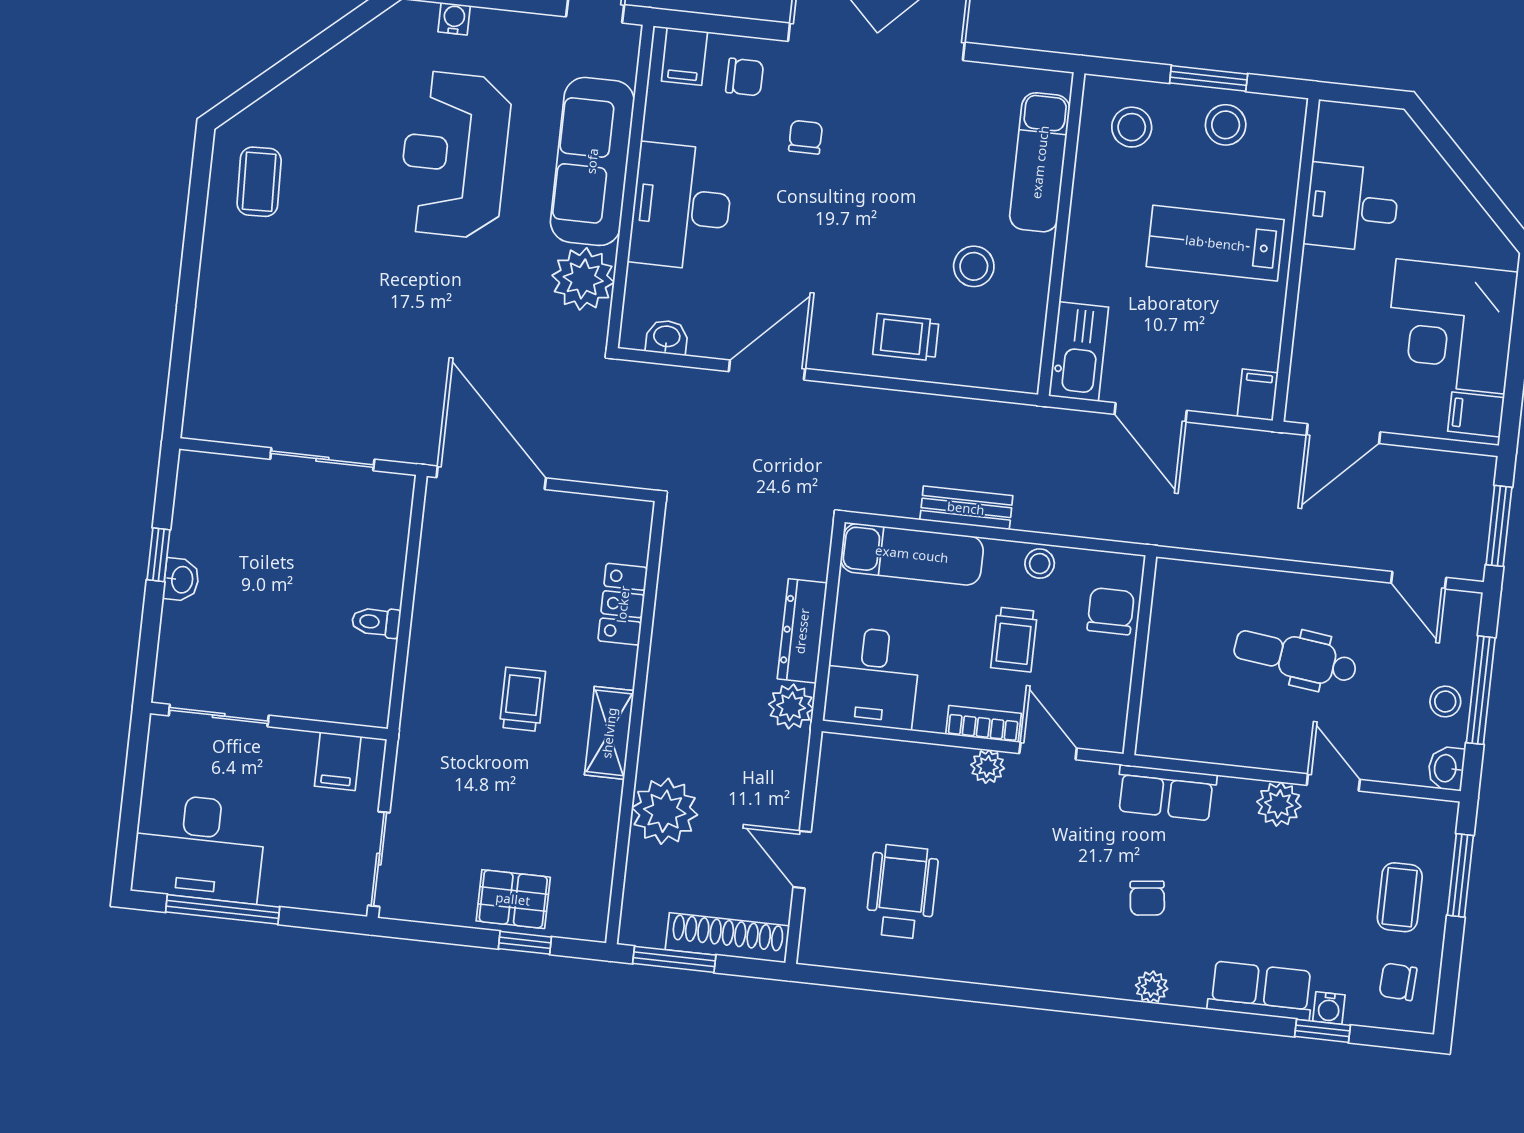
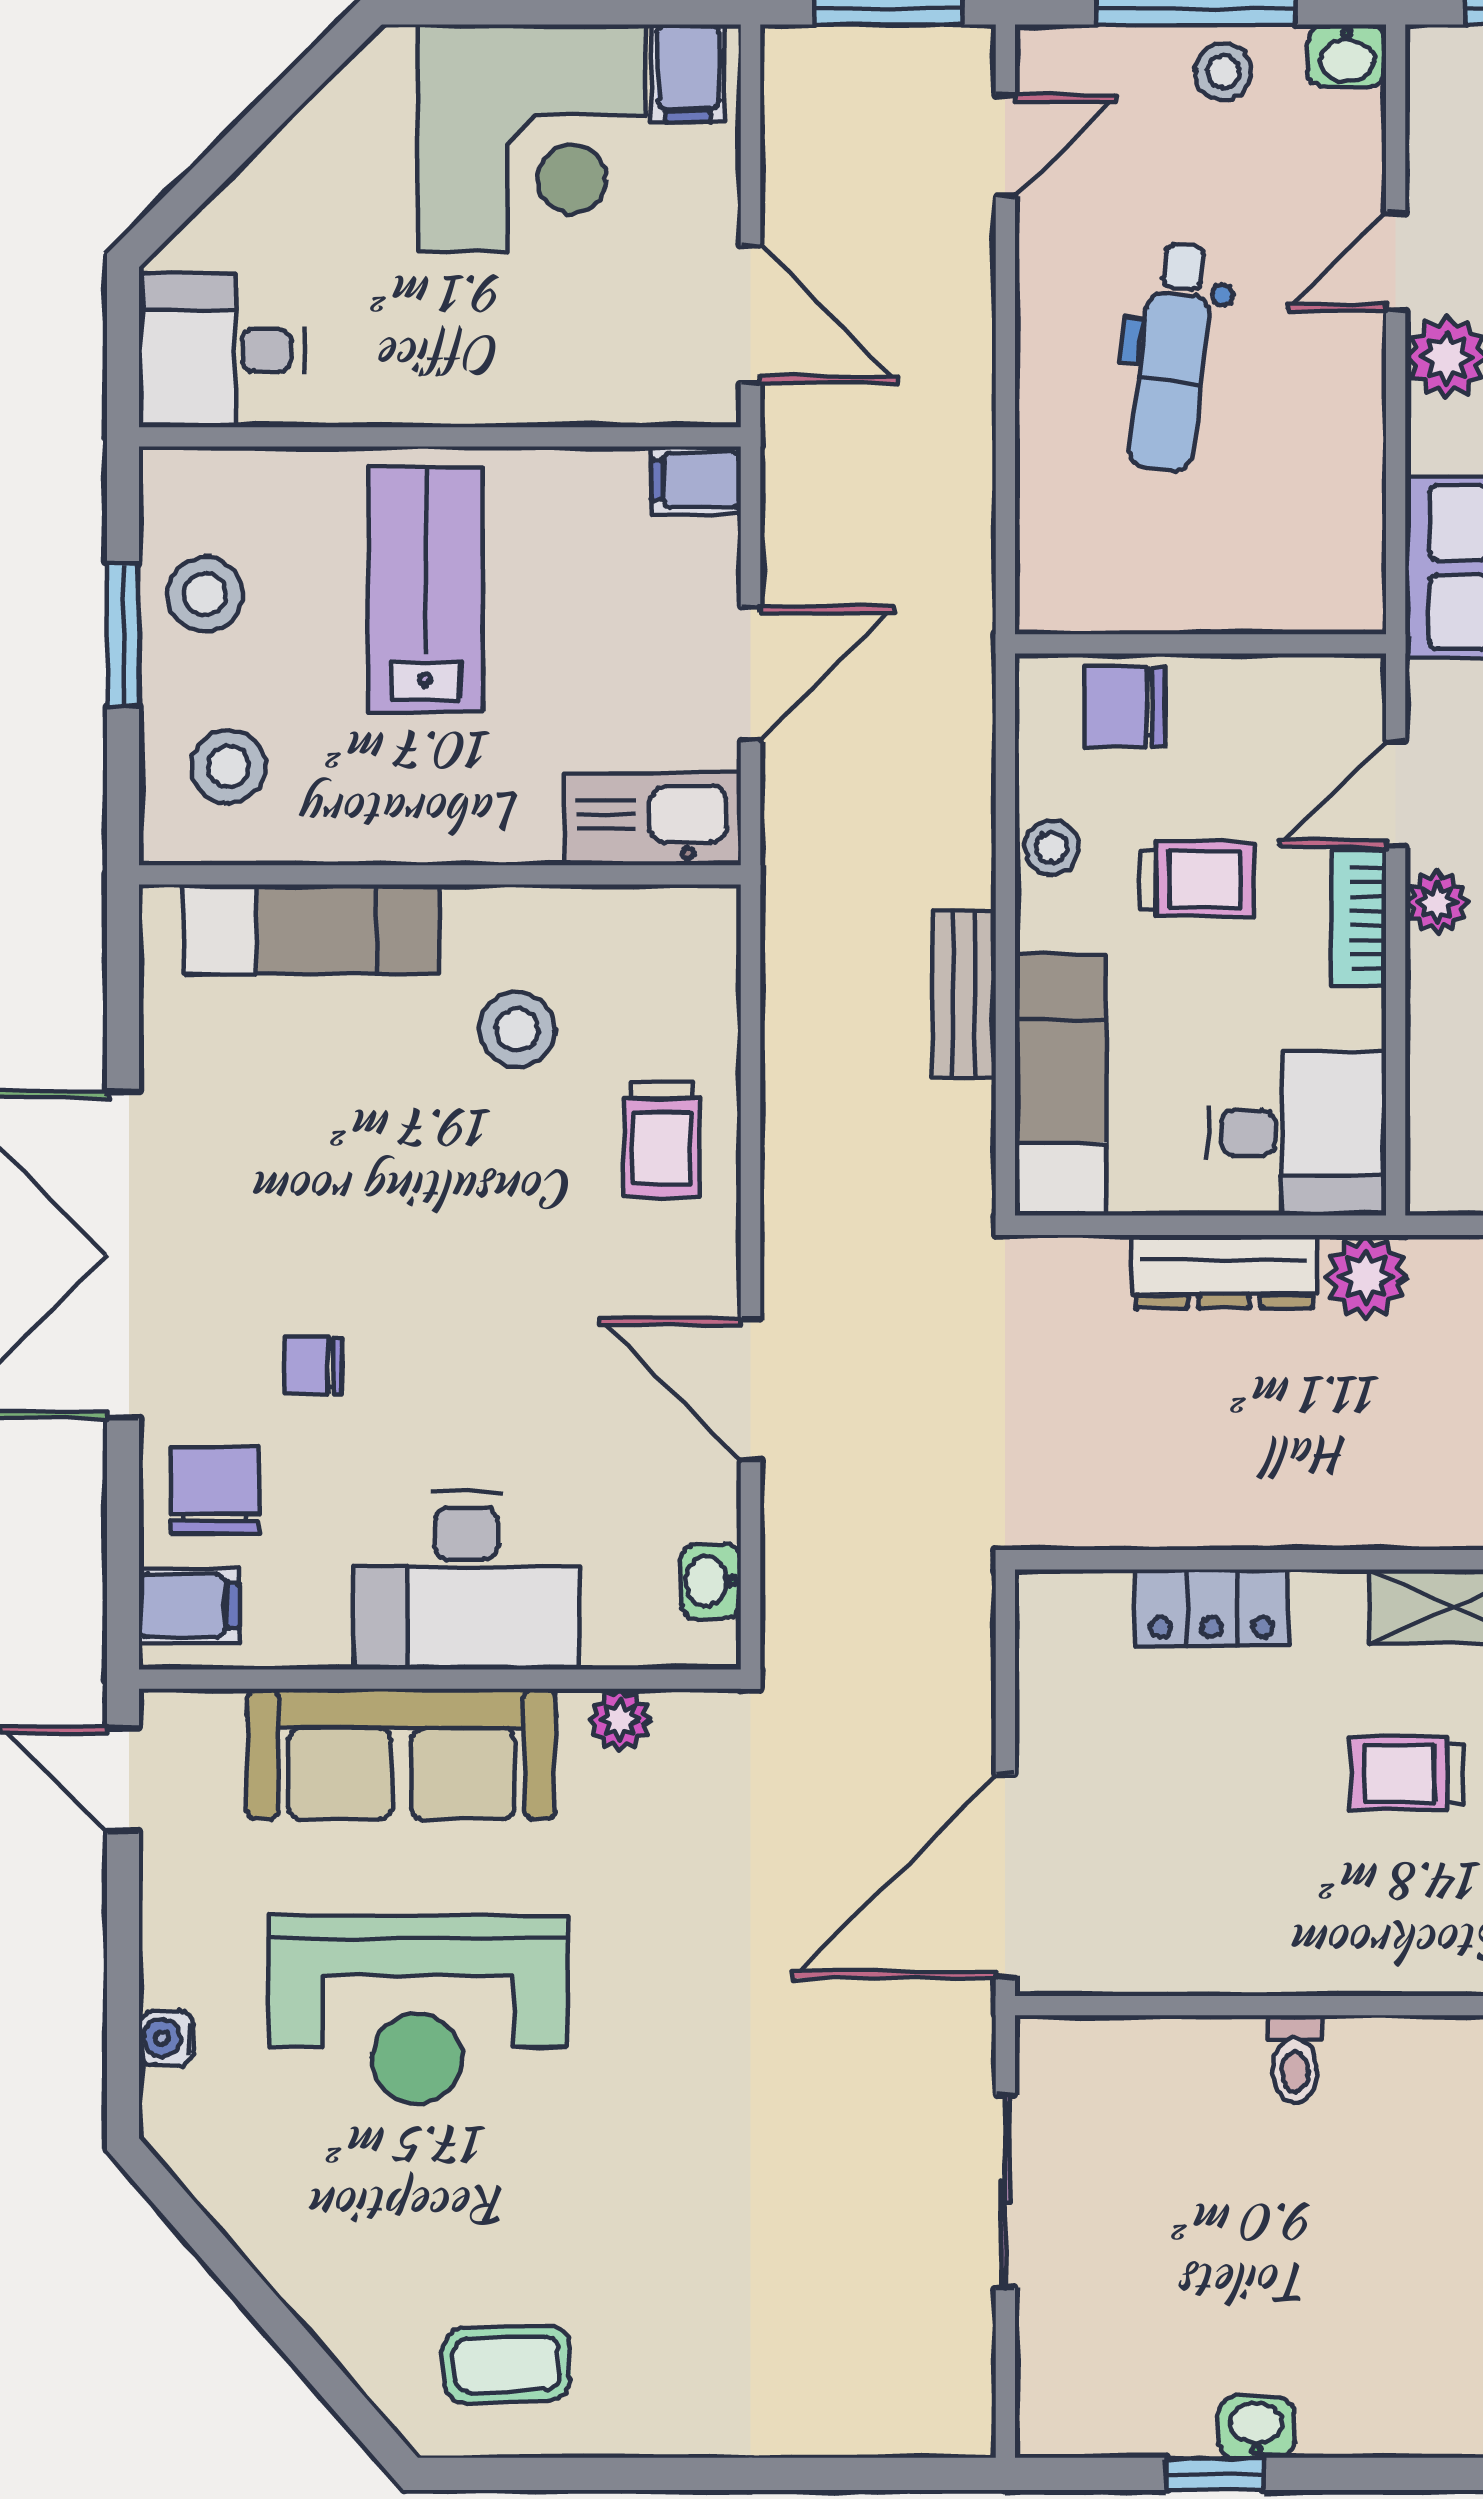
chair: (745, 77) -> (215, 1491), width x1.37, depth x1.37
desk: (1352, 207) -> (222, 350), moved, turned 90
lab bench: (1215, 243) -> (425, 589), turned 180
plant: (583, 279) -> (620, 1720), width x0.53, depth x0.53

